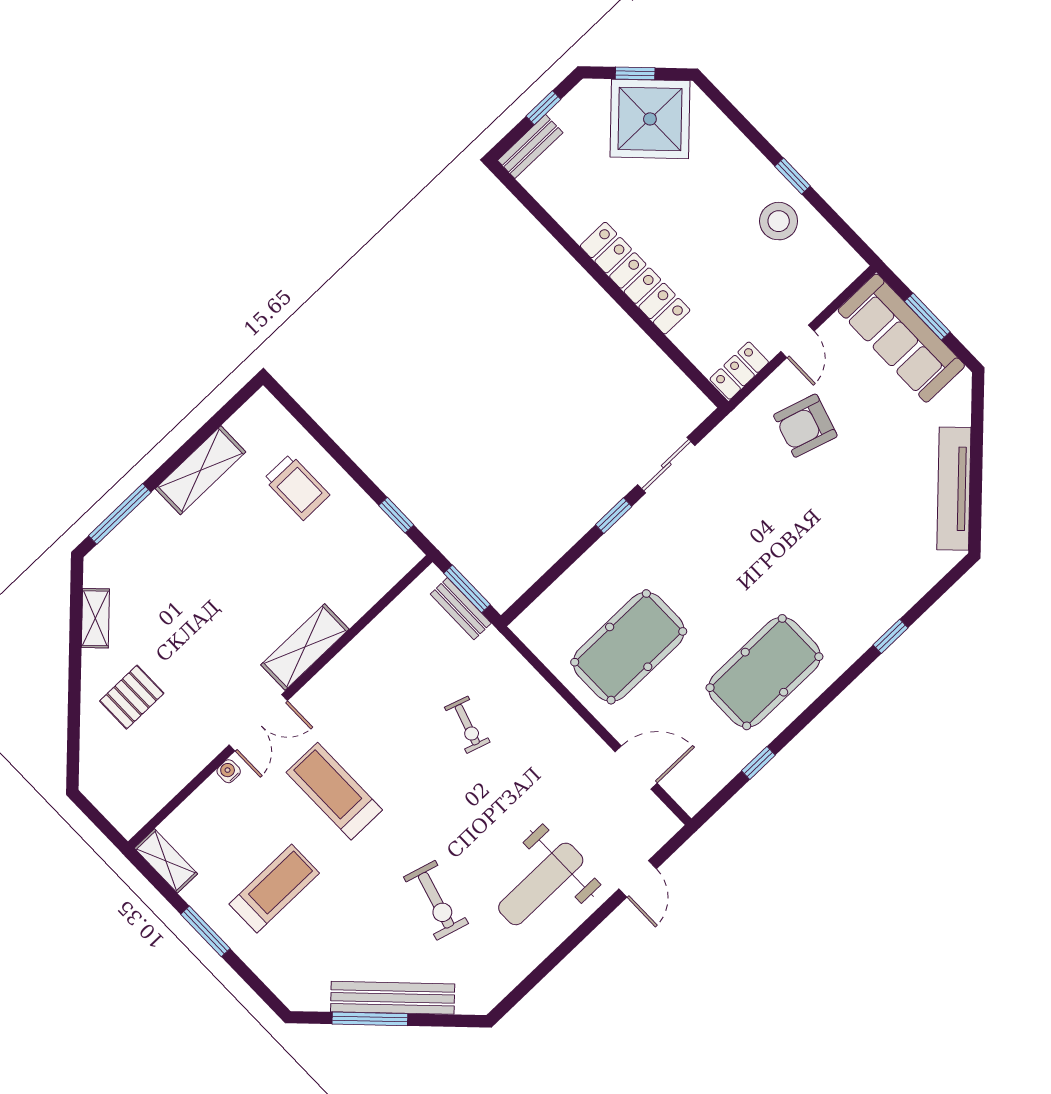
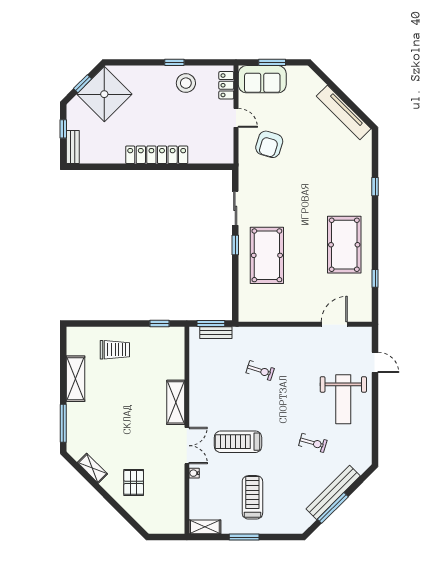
sofa: (901, 338) -> (262, 79), width x0.73
locker: (739, 371) -> (226, 85), moved
pool table: (629, 647) -> (267, 255), moved
exercise bike: (436, 900) -> (313, 443), width x0.73, depth x0.72

